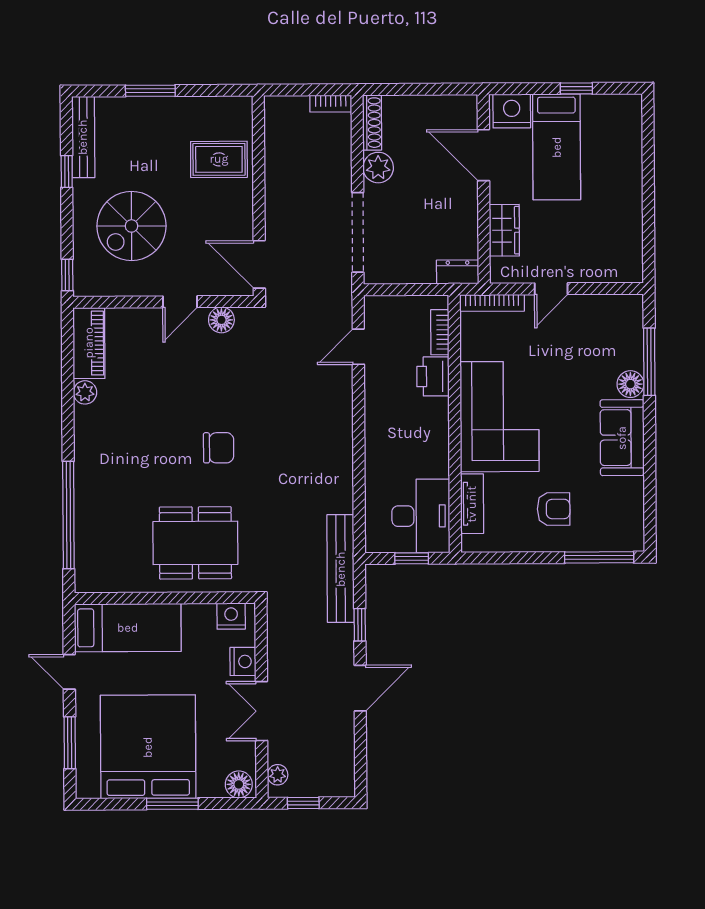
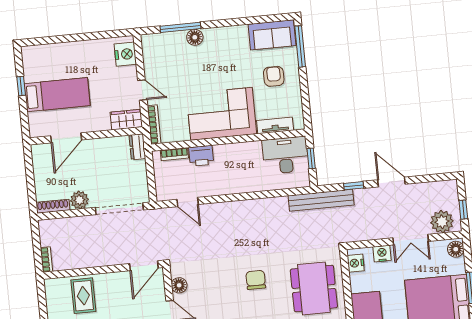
bookcase: (331, 104) -> (46, 259), moved
nightstand: (512, 111) -> (125, 54), moved, turned 180
wardrobe: (504, 230) -> (126, 120), moved
sofa: (622, 438) -> (272, 35), moved
plant: (278, 775) -> (442, 222), width x1.87, depth x1.87

